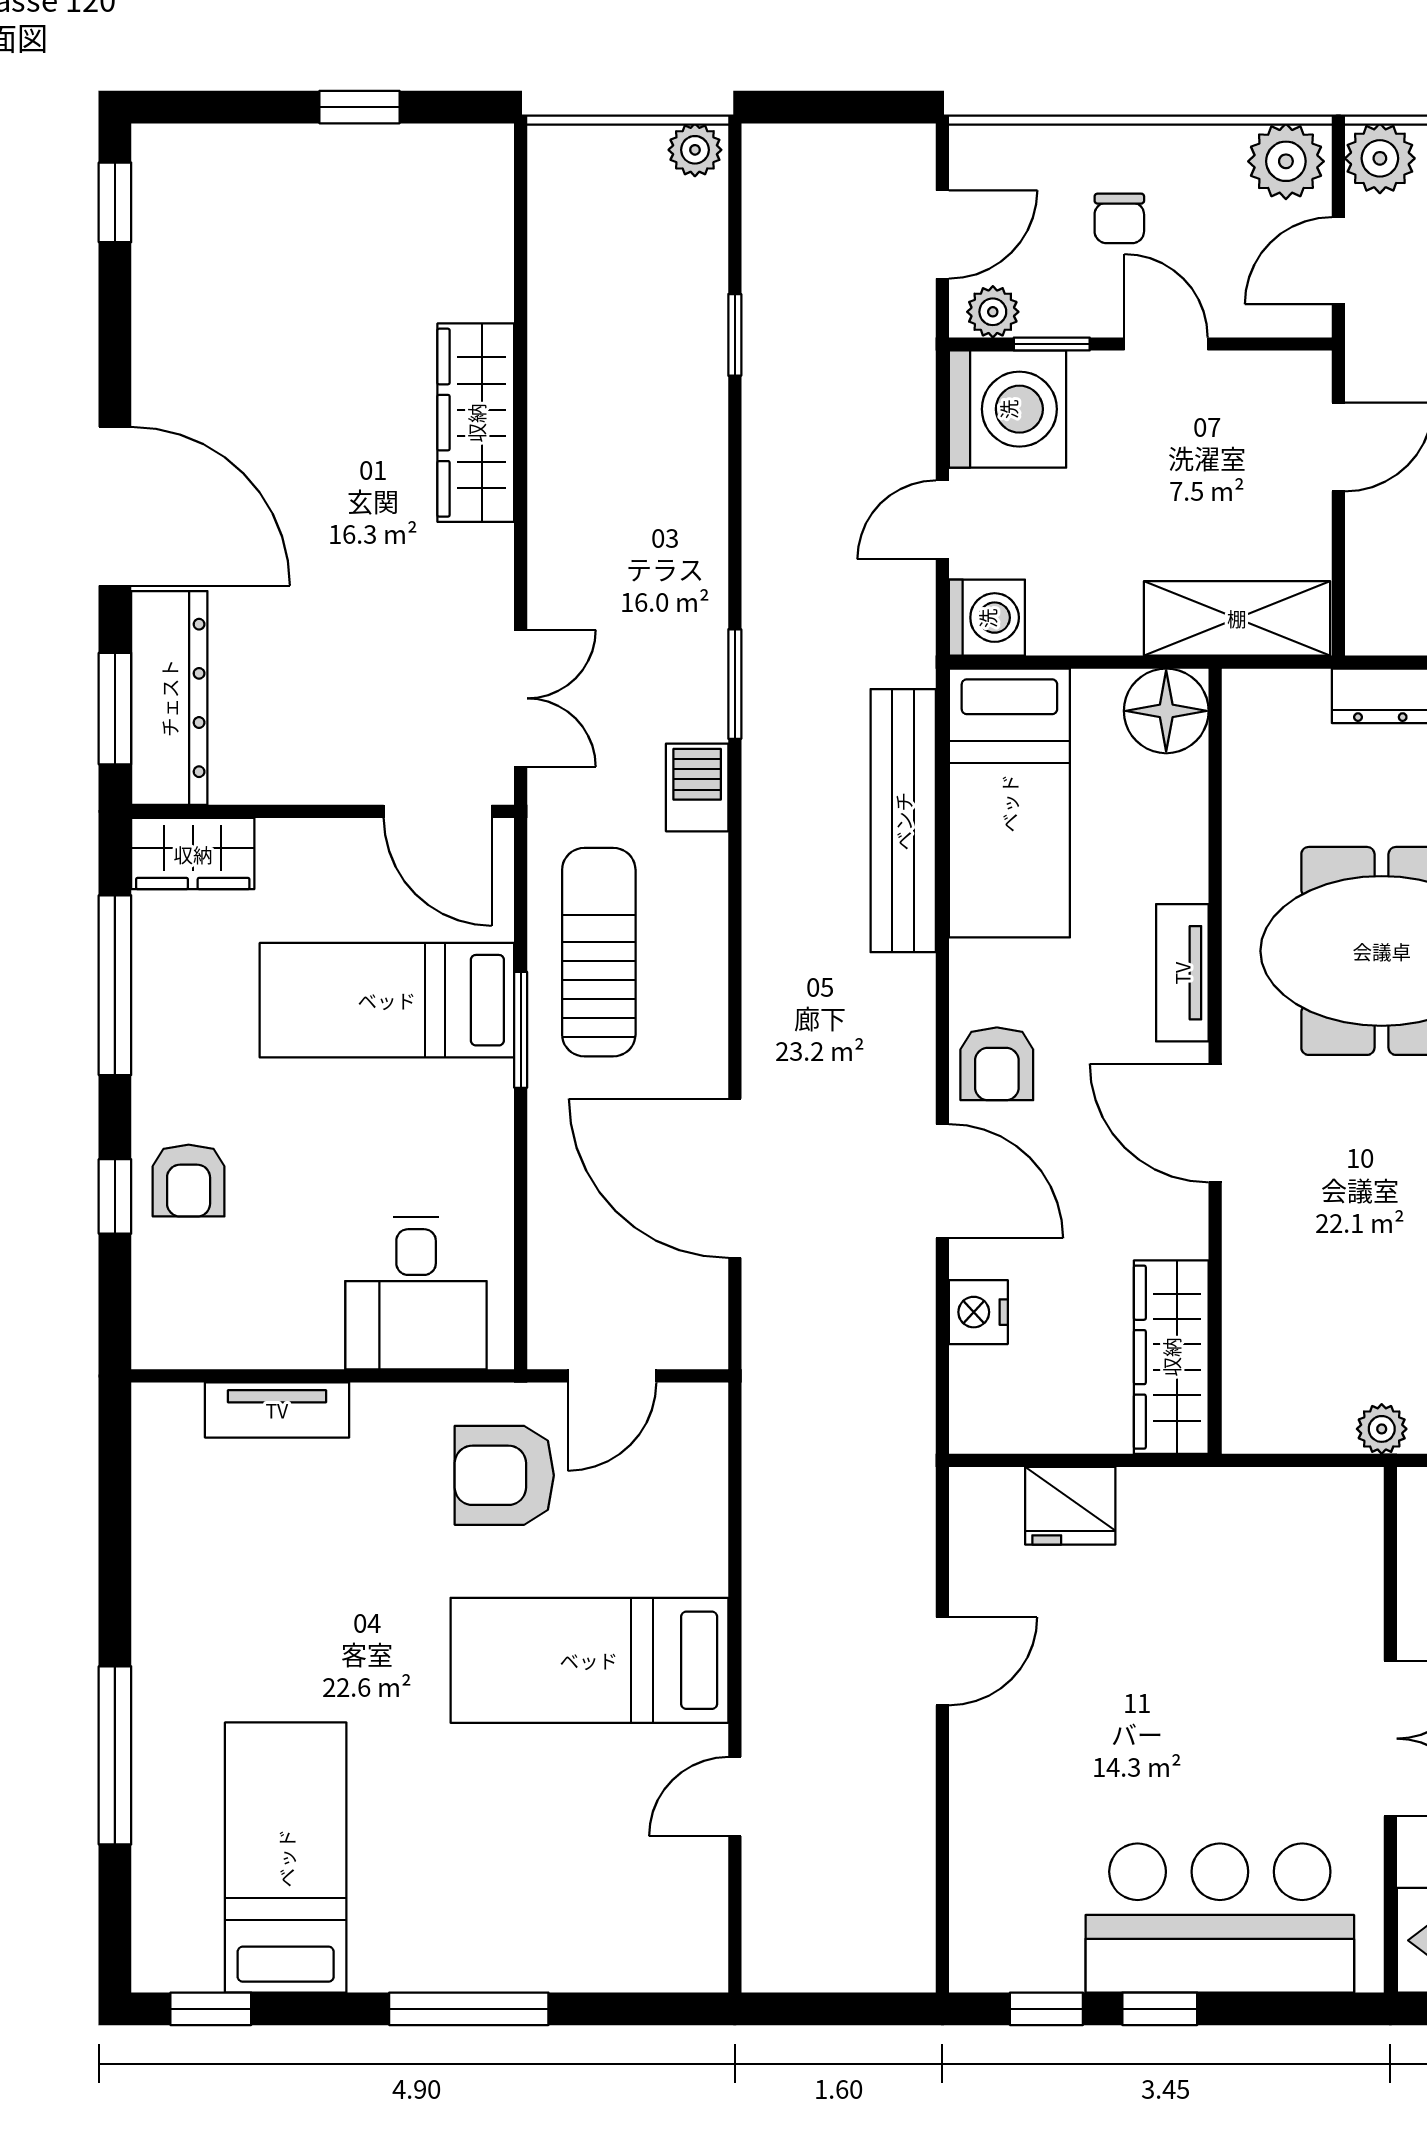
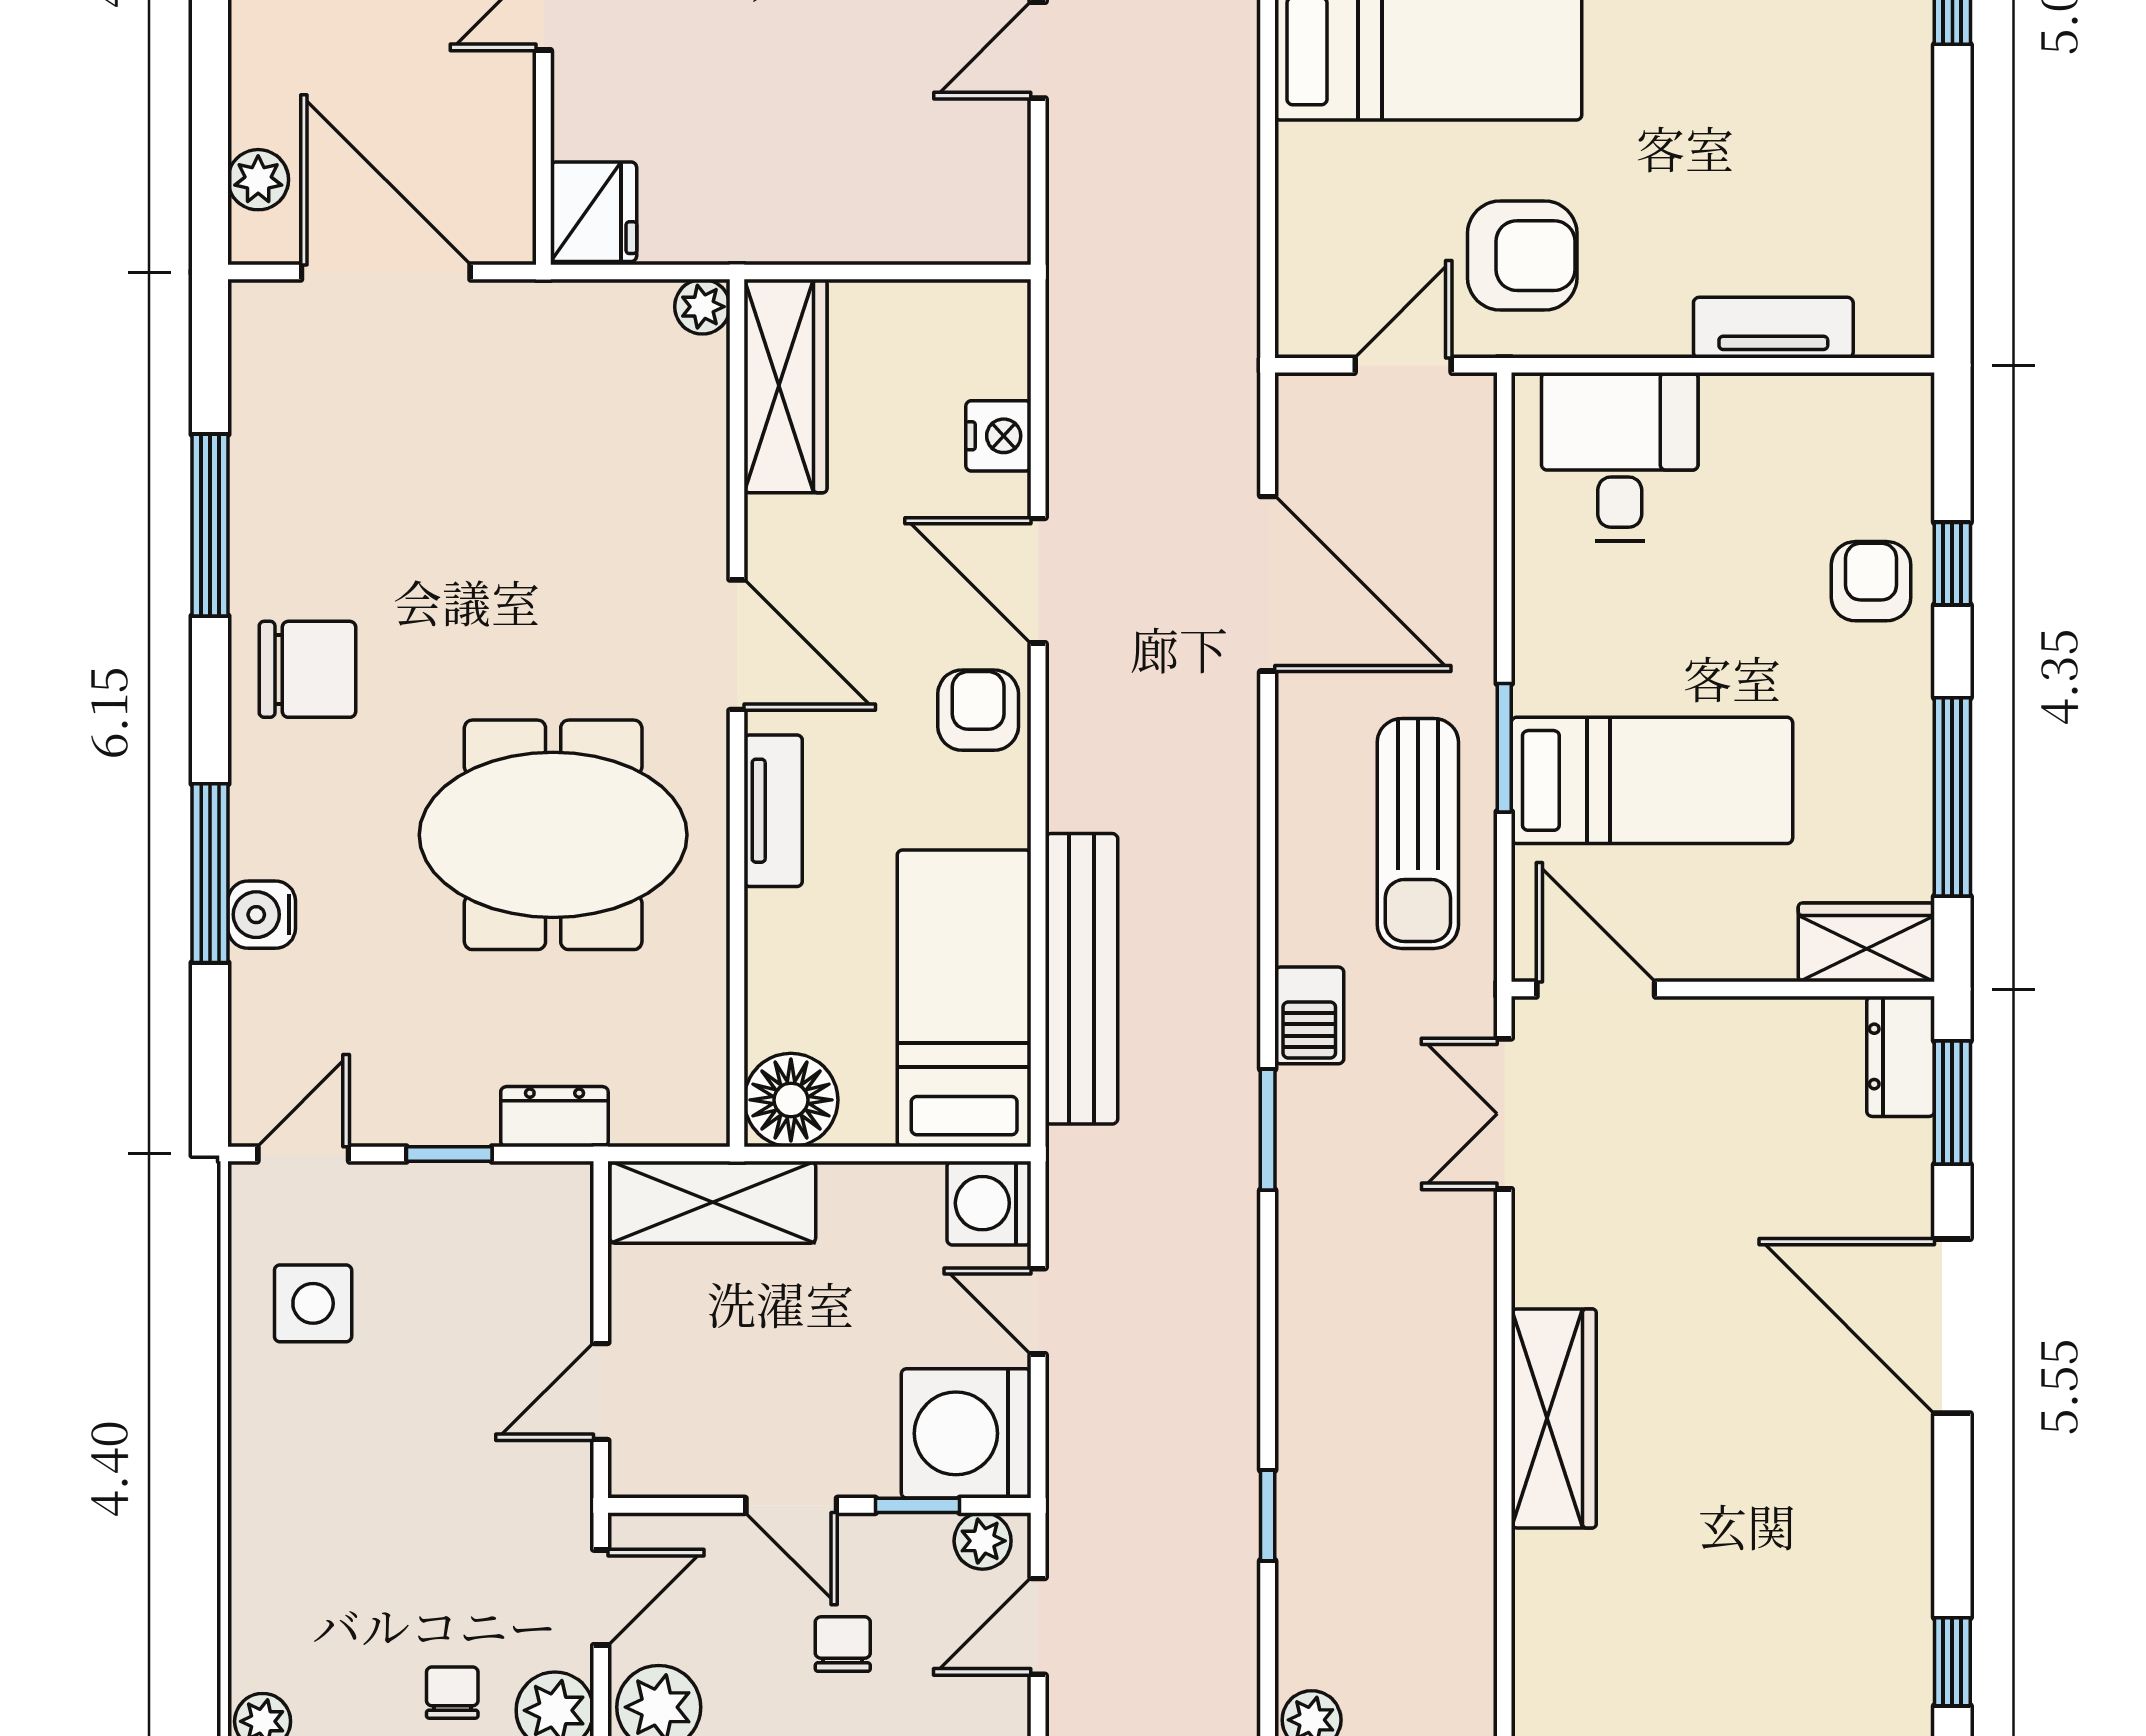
door: (942, 520) -> (1038, 1311), swing flipped
dresser: (169, 698) -> (1901, 1056), width x0.51, depth x0.80
plant: (1382, 1429) -> (702, 307), moved
fridge: (1070, 1506) -> (594, 212), moved, turned 90

